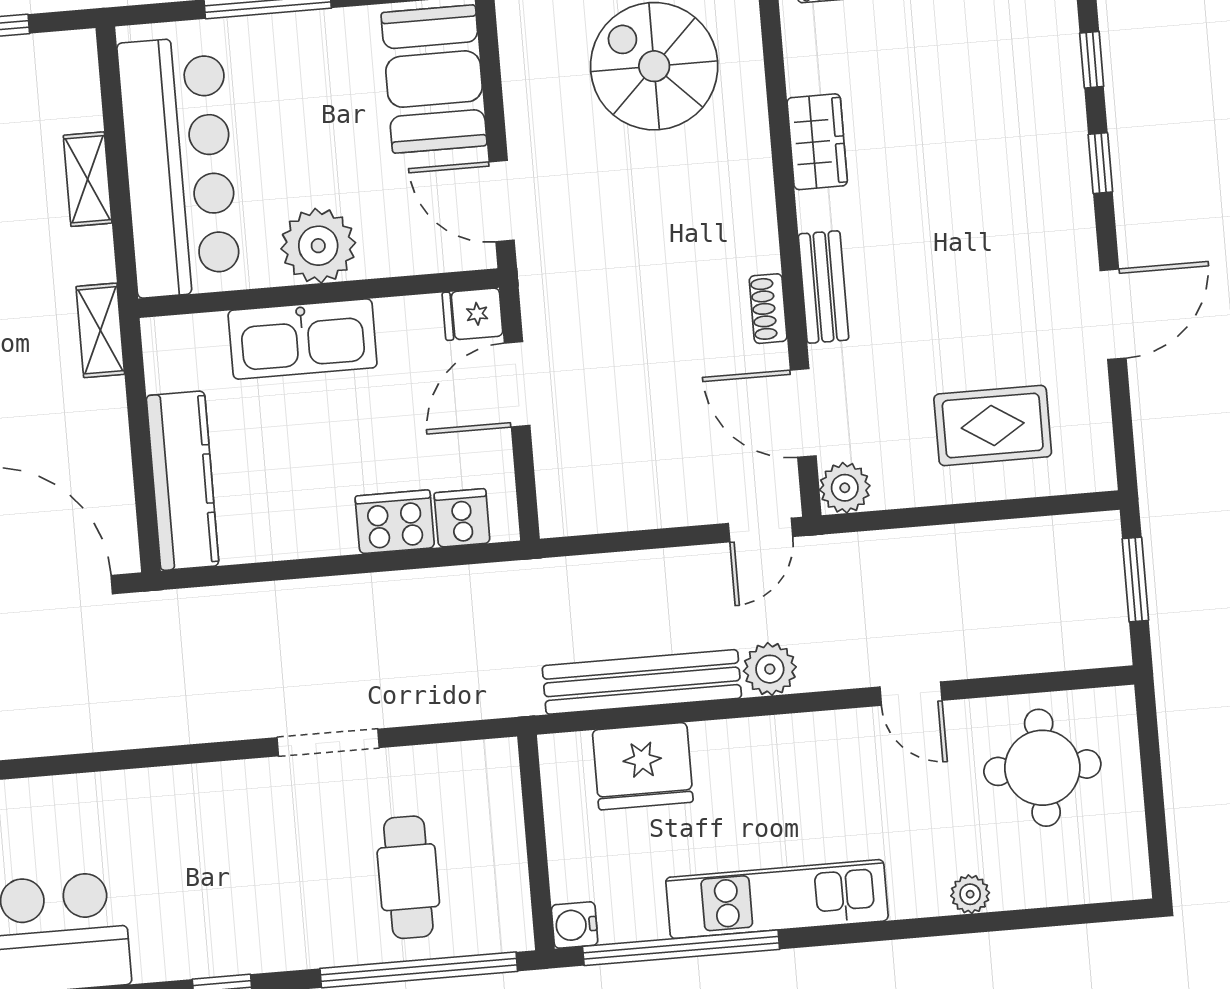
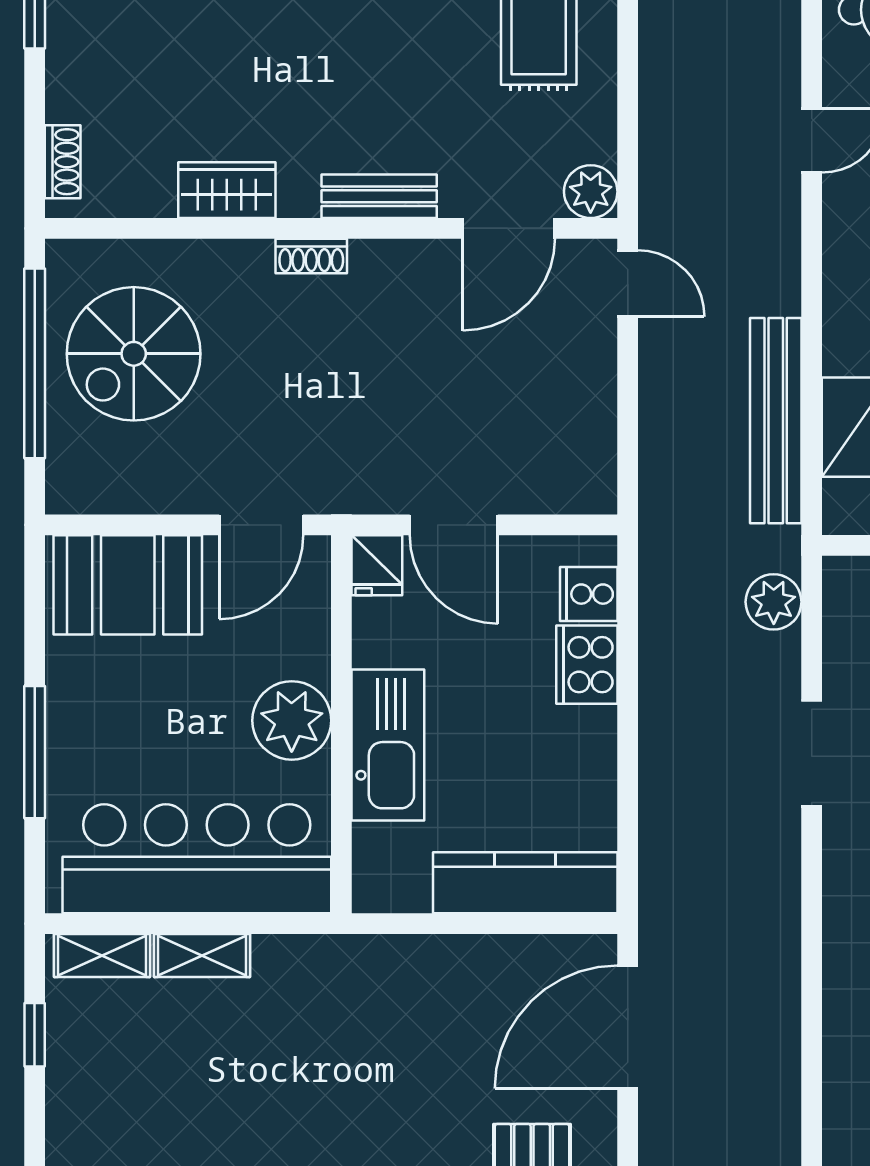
shoe rack: (768, 309) -> (311, 256), moved
shelving: (100, 330) -> (102, 955), moved
plant: (770, 669) -> (774, 602), moved

